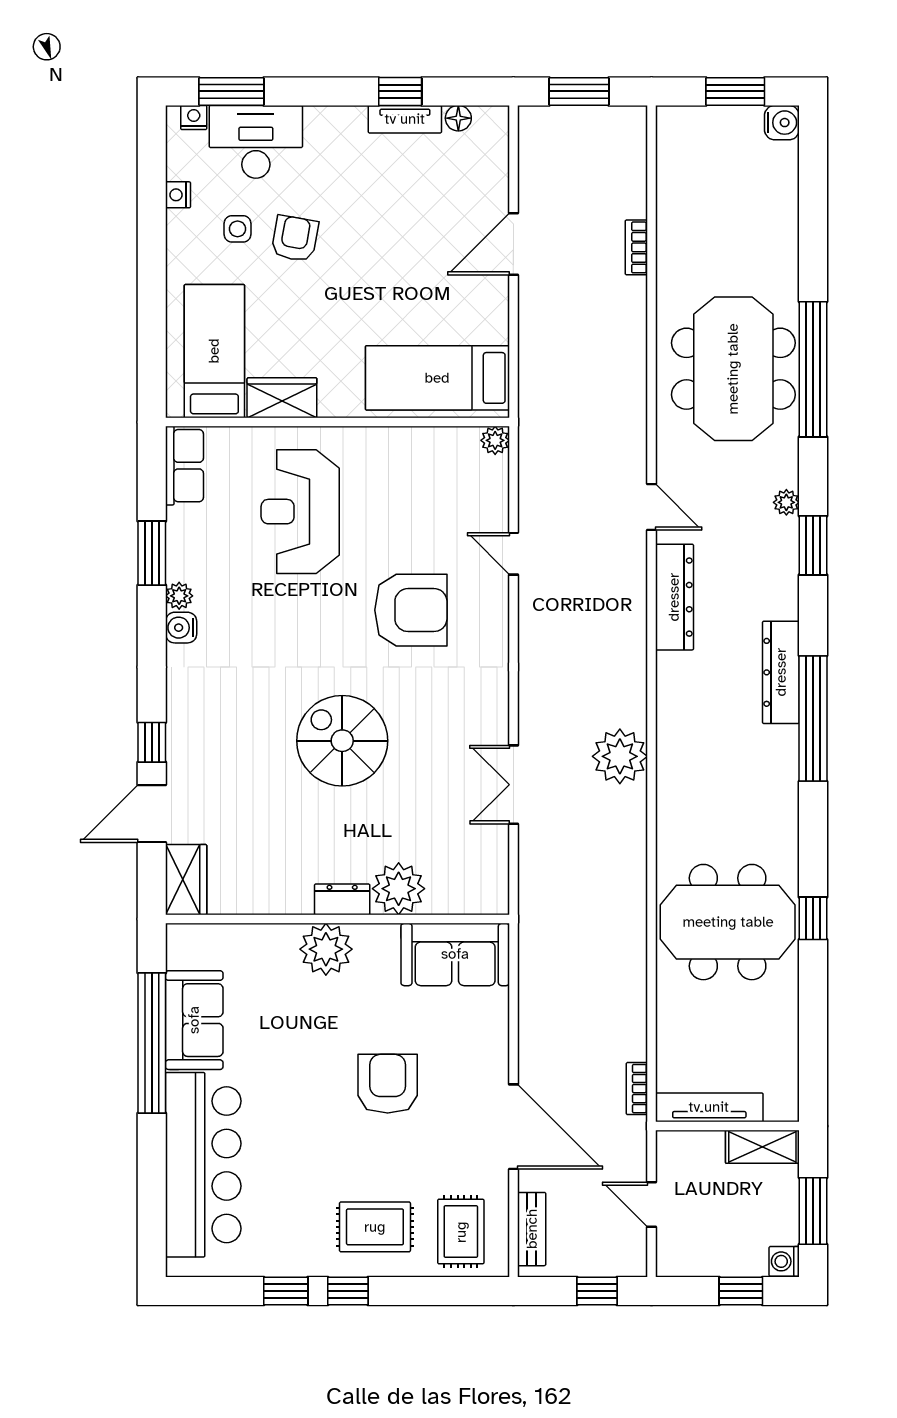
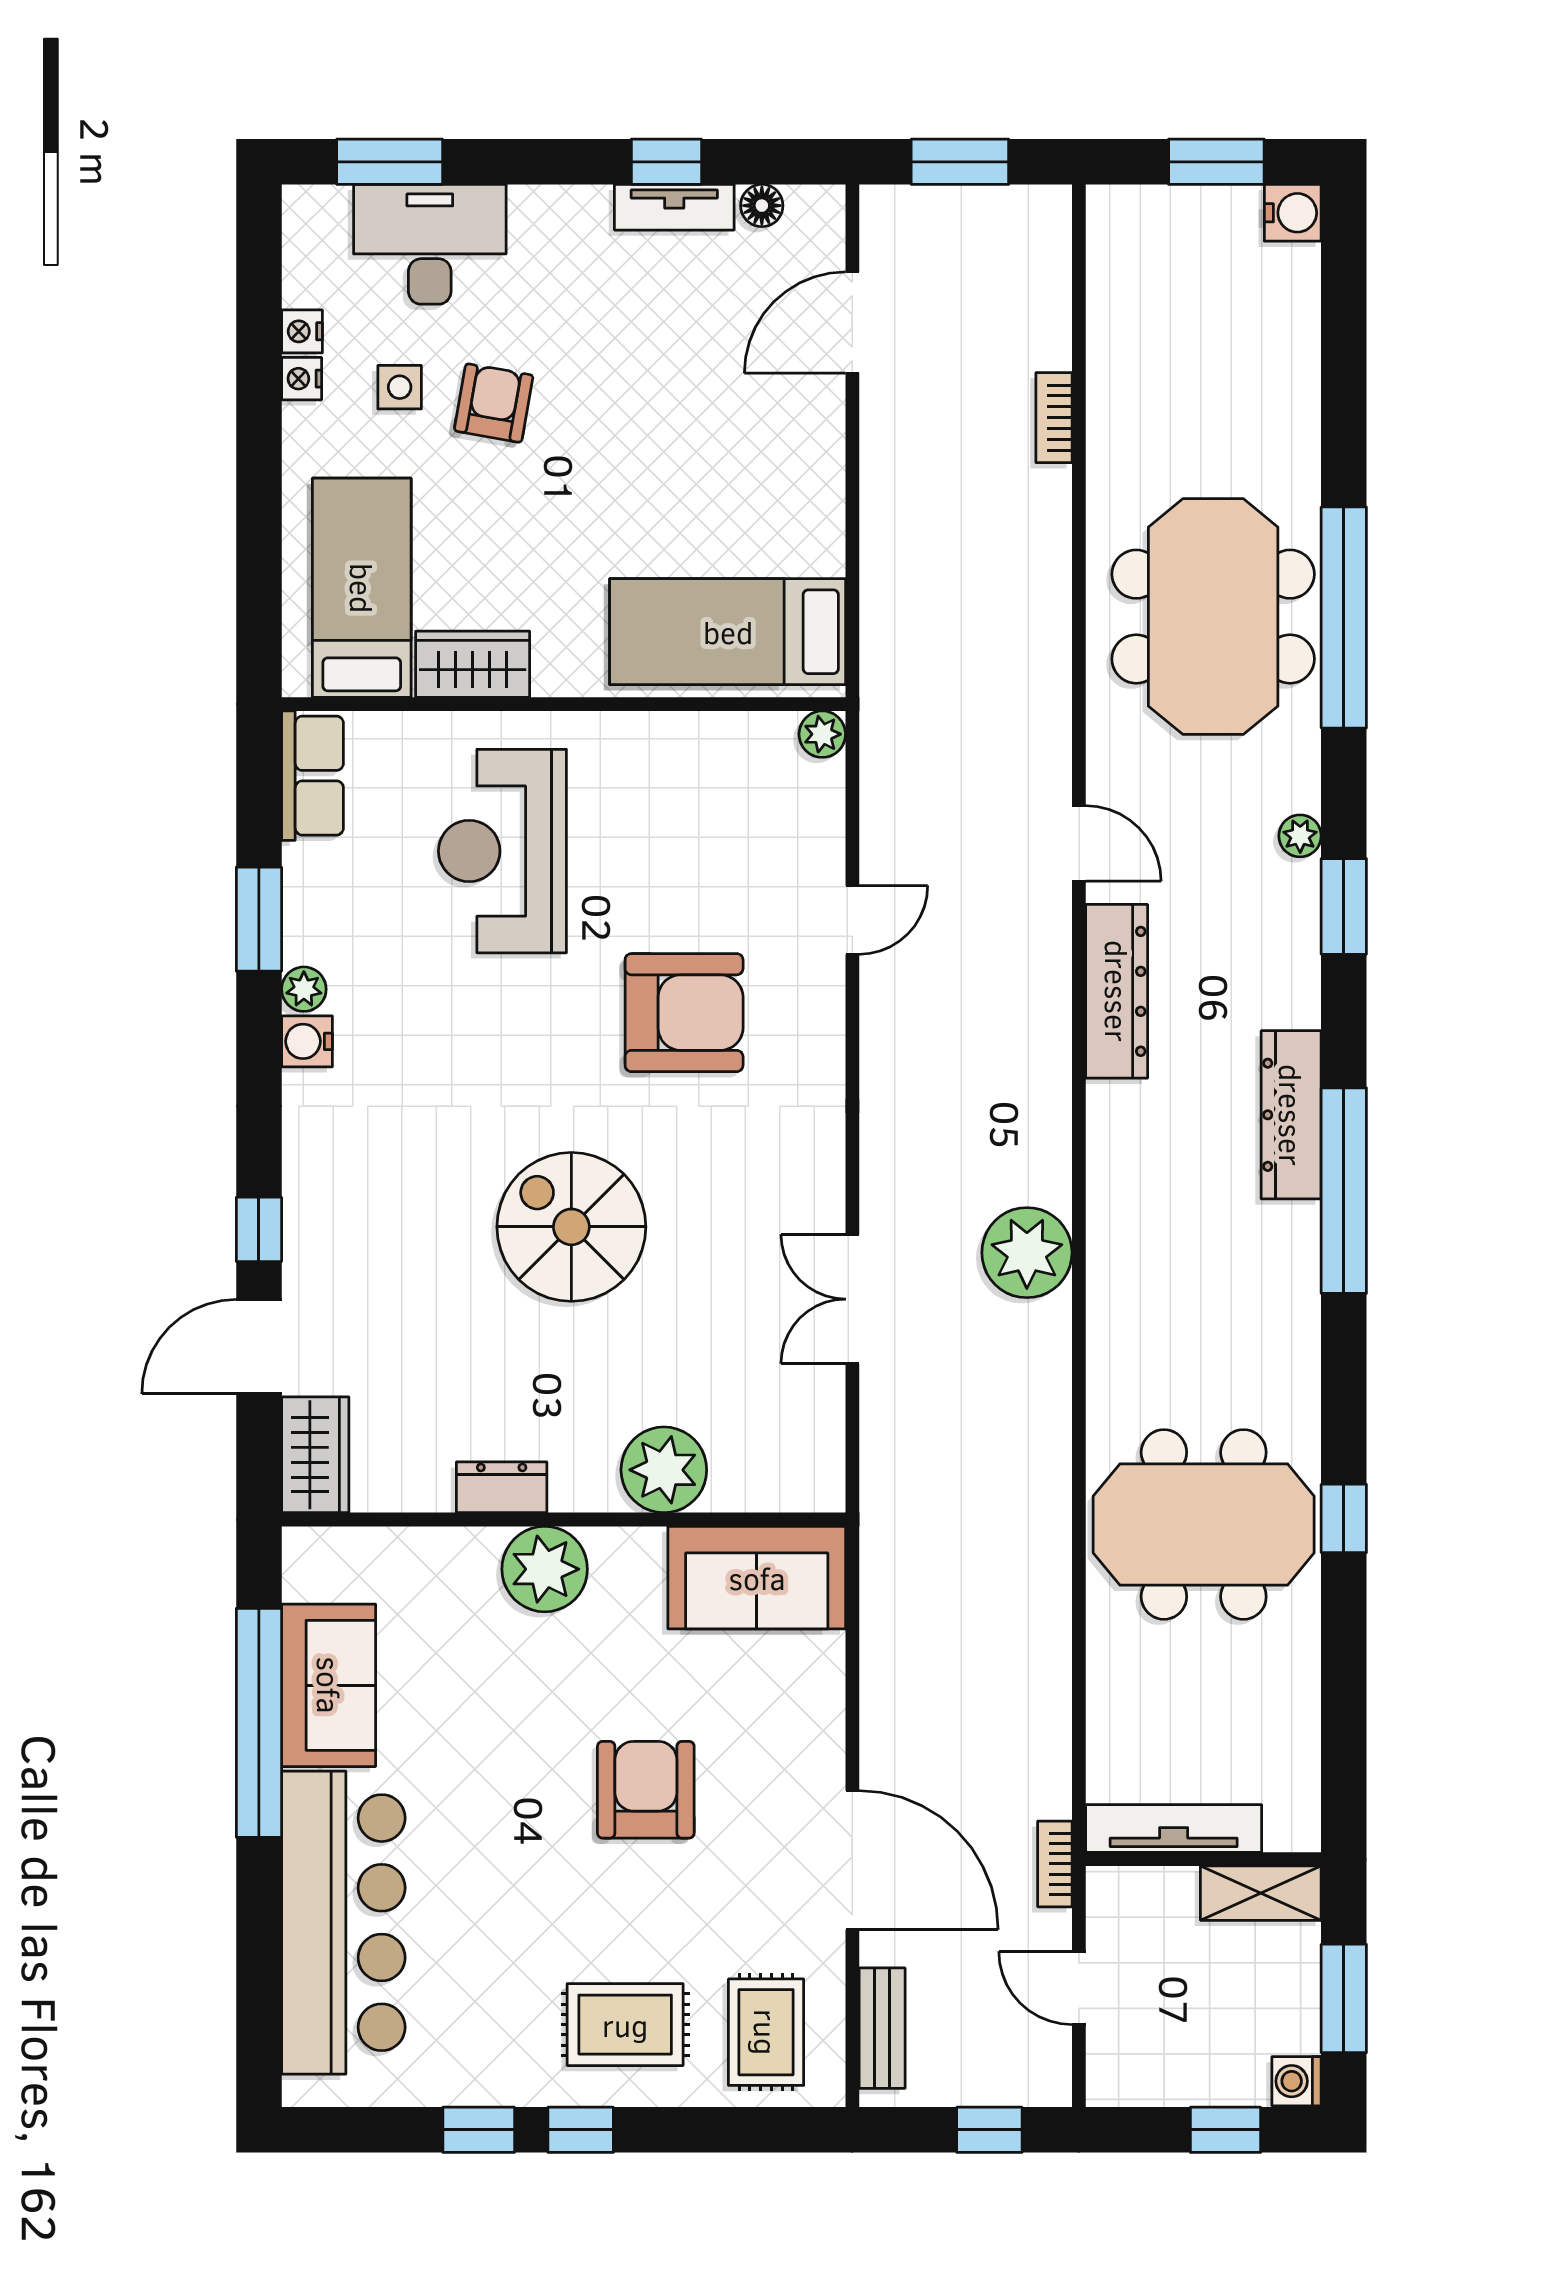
nightstand: (194, 117) -> (302, 379), moved, turned -90
door: (513, 244) -> (852, 323), moved
door: (513, 554) -> (852, 920), swing flipped
dresser: (342, 899) -> (502, 1487), moved
bookcase: (637, 1089) -> (1055, 1864), moved

